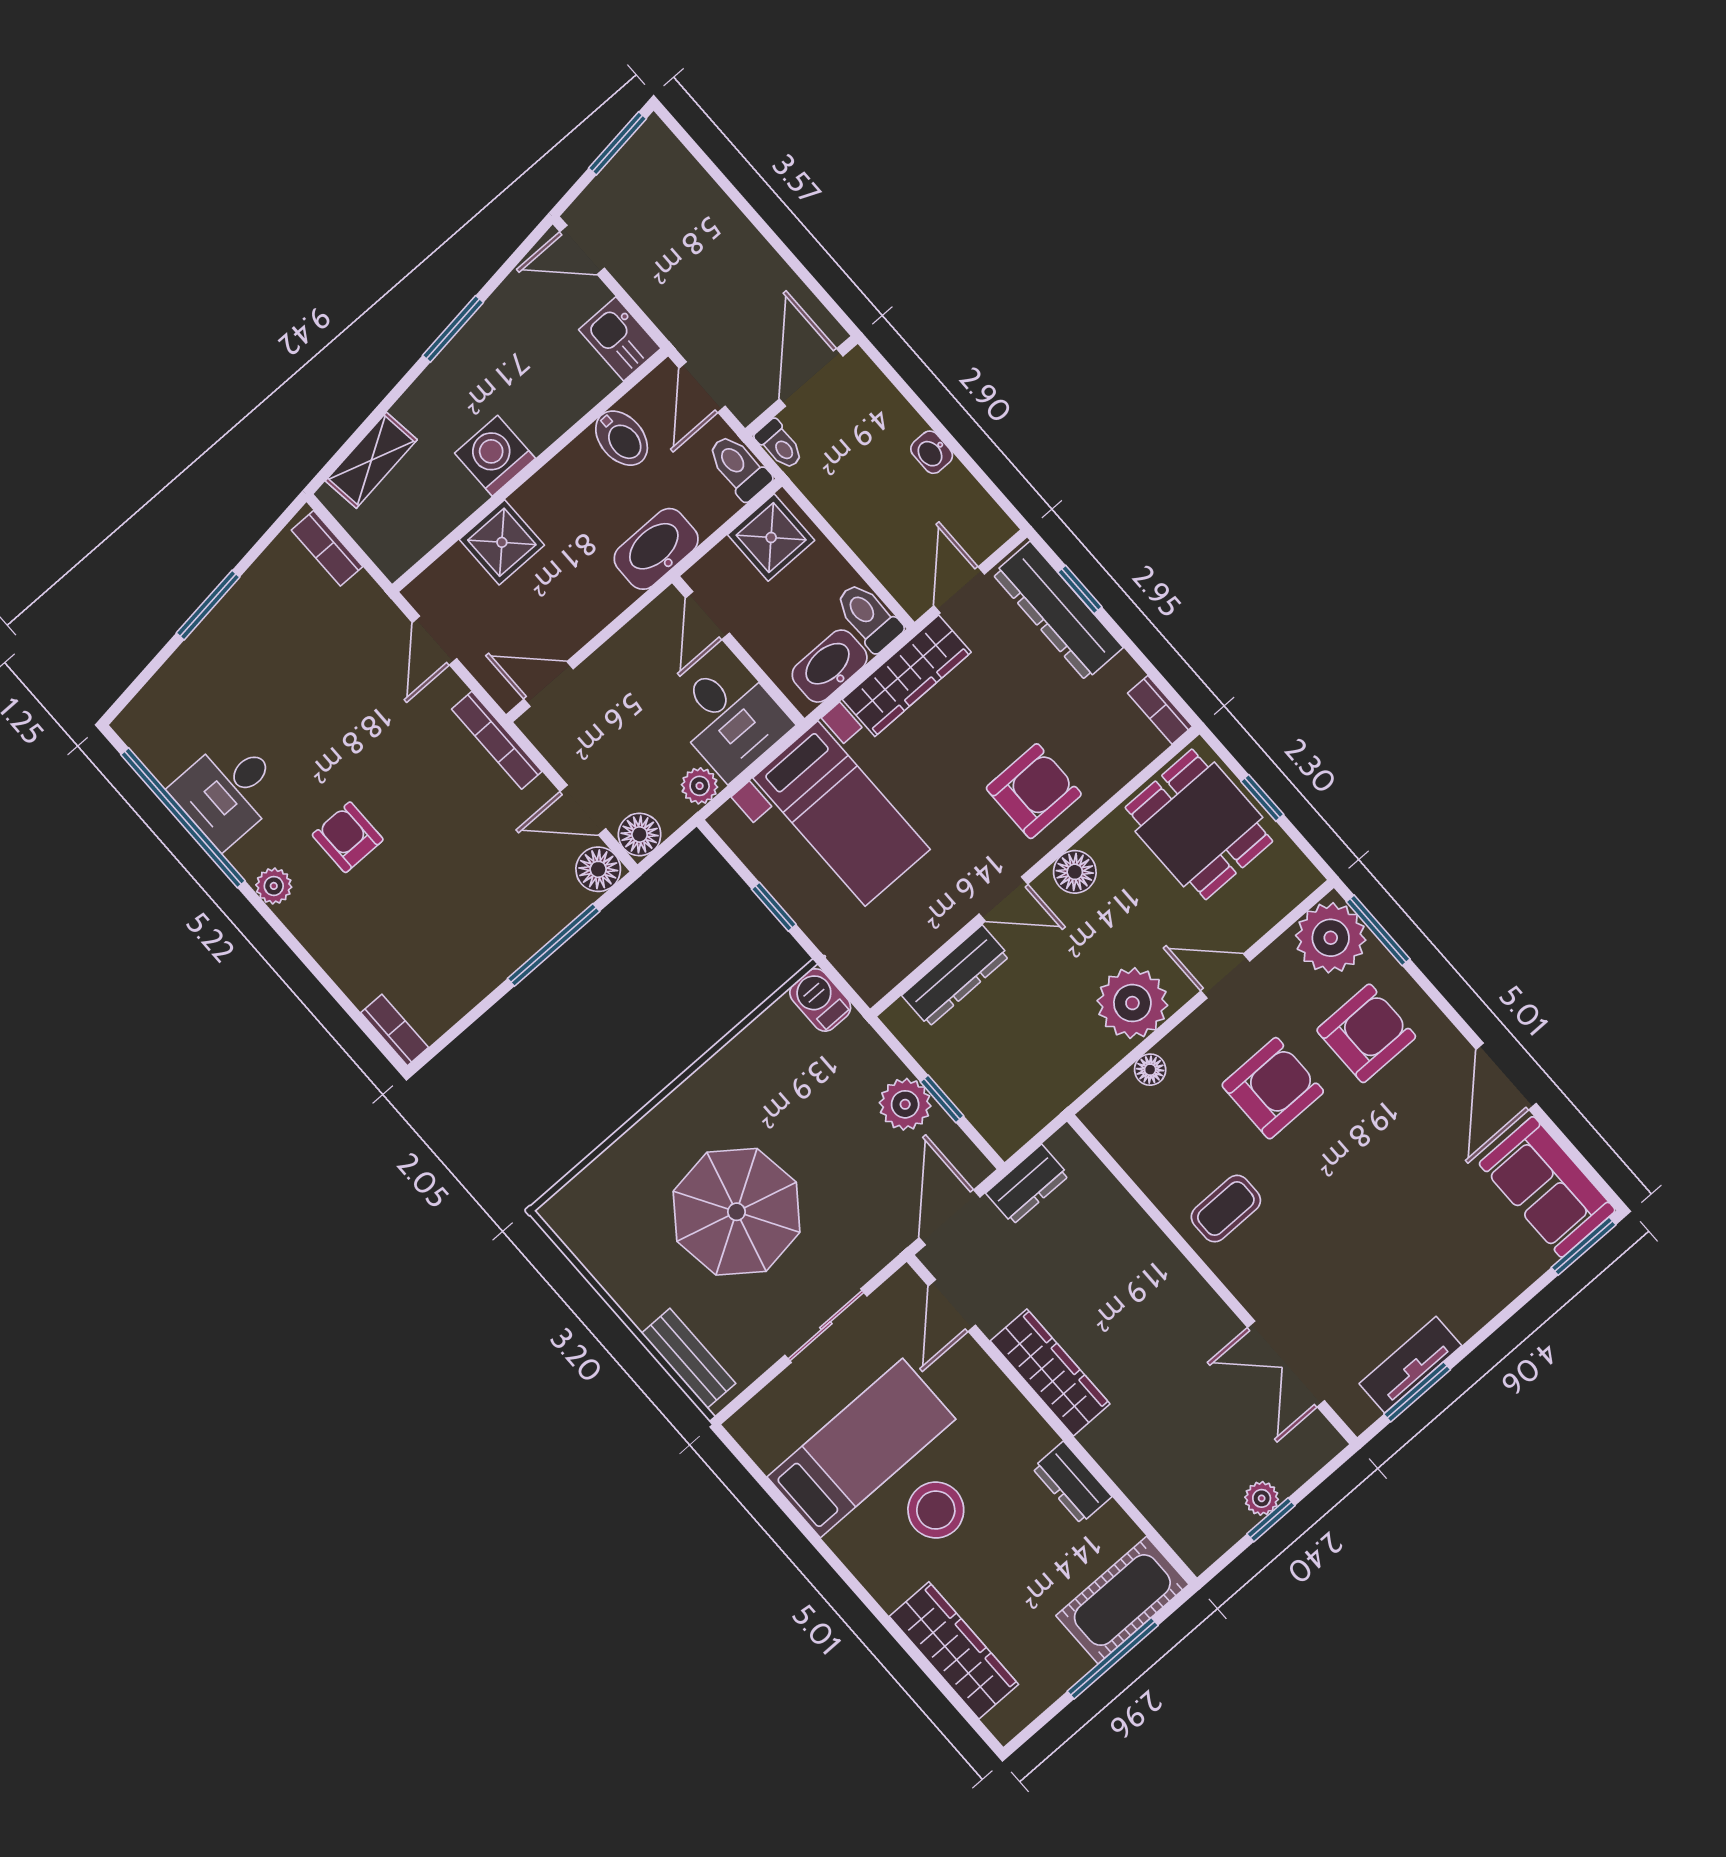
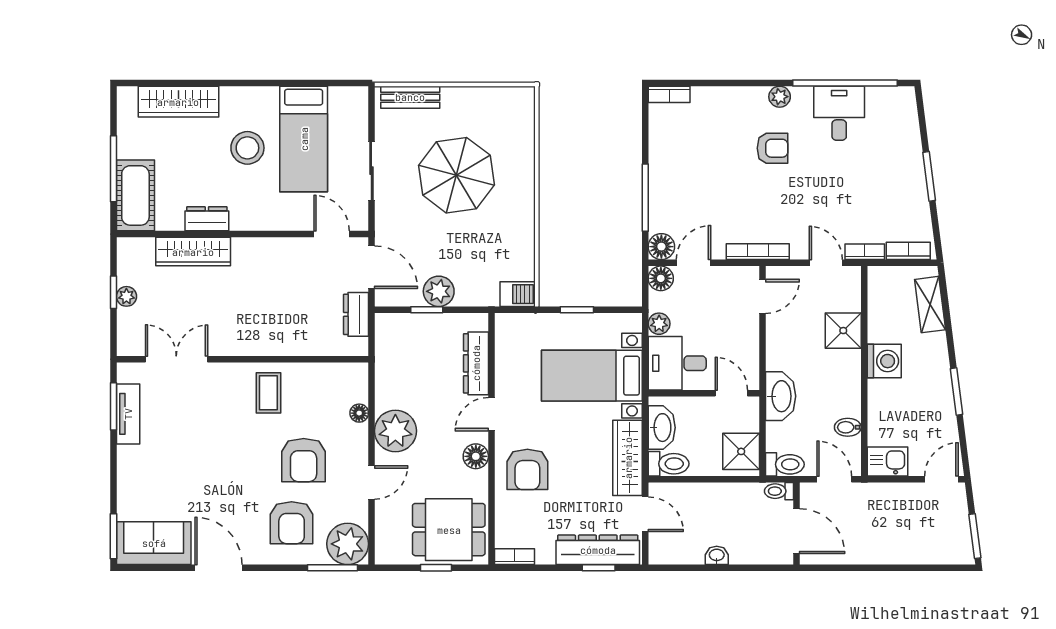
bidet: (622, 438) -> (848, 427), width x0.72, depth x0.74
bookcase: (377, 603) -> (865, 252), added
wardrobe: (1050, 1372) -> (193, 252), moved

